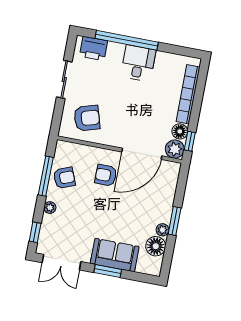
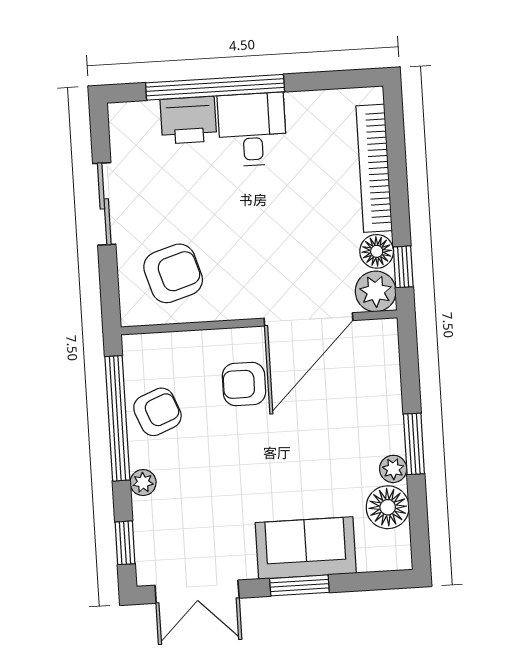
printer: (93, 48) -> (188, 120), moved
window: (46, 176) -> (117, 418), width x1.46

